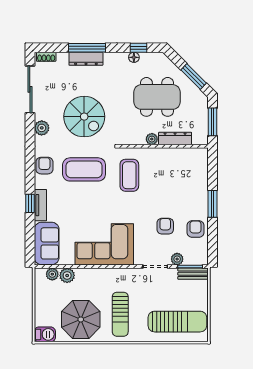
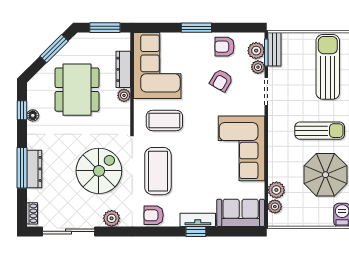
corner sofa: (178, 169) -> (157, 66), added
armchair: (165, 226) -> (221, 80), turned -60
plant: (192, 257) -> (256, 51), added

